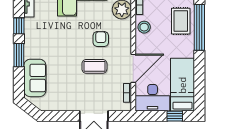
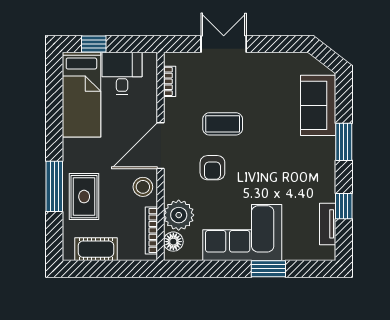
window: (19, 26) -> (344, 206), moved
window: (199, 27) -> (54, 186), width x0.68
door: (133, 68) -> (160, 146), moved
desk: (153, 98) -> (122, 73), width x0.73

